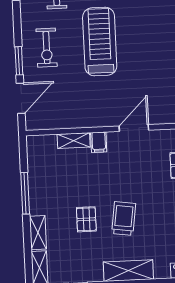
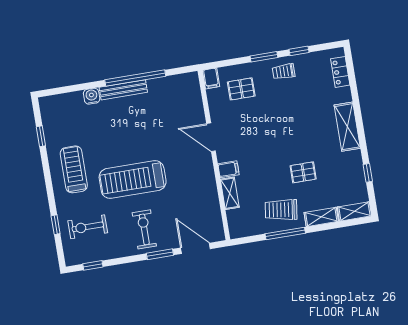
exercise bike: (47, 48) -> (144, 229), turned -90
trolley: (124, 218) -> (281, 210), moved

